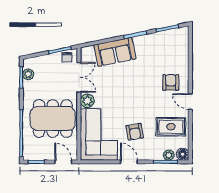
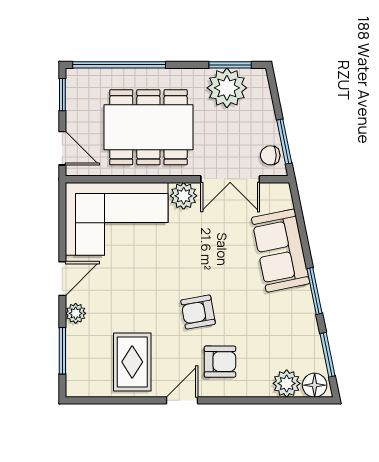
plant: (182, 49) -> (287, 383), added
plant: (28, 74) -> (227, 88), width x1.87, depth x1.87
dining table: (53, 118) -> (148, 127), turned 90
armchair: (135, 132) -> (198, 312), moved
floor lamp: (183, 154) -> (315, 385), moved
plant: (169, 155) -> (76, 313), moved
door: (63, 162) -> (62, 148), hinge flipped

